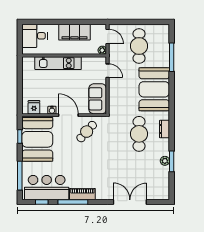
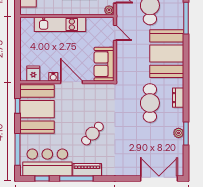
cafe table: (87, 132) -> (92, 134), moved
double door: (130, 202) -> (159, 179), moved

